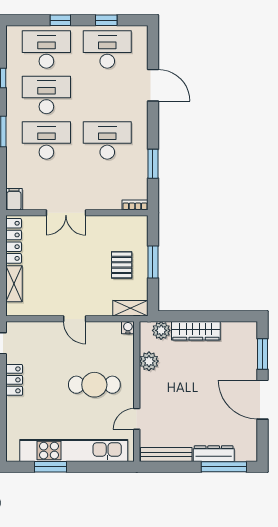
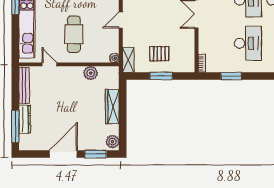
plant: (161, 330) -> (112, 142), moved

